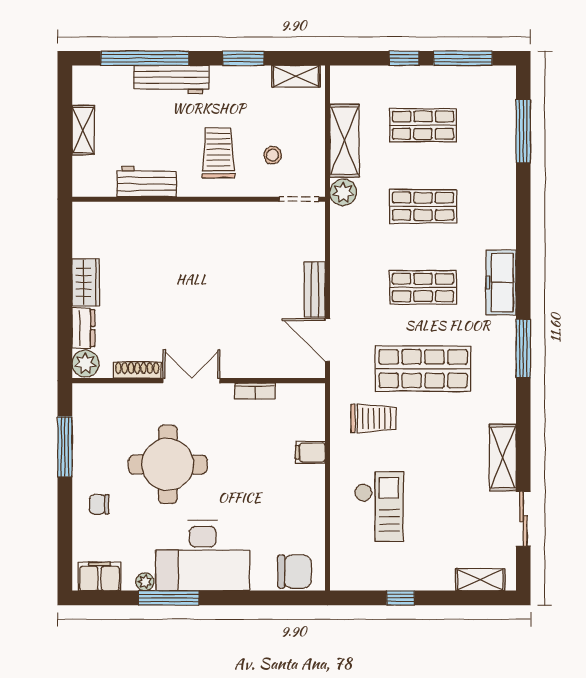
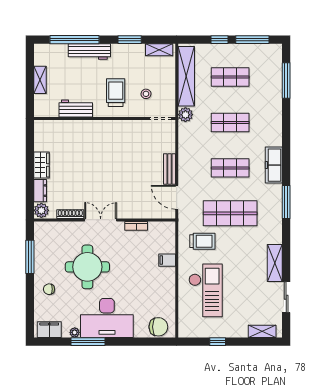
shelving: (344, 141) -> (186, 76), width x1.47
checkout: (379, 506) -> (205, 290), width x1.36, depth x1.21

